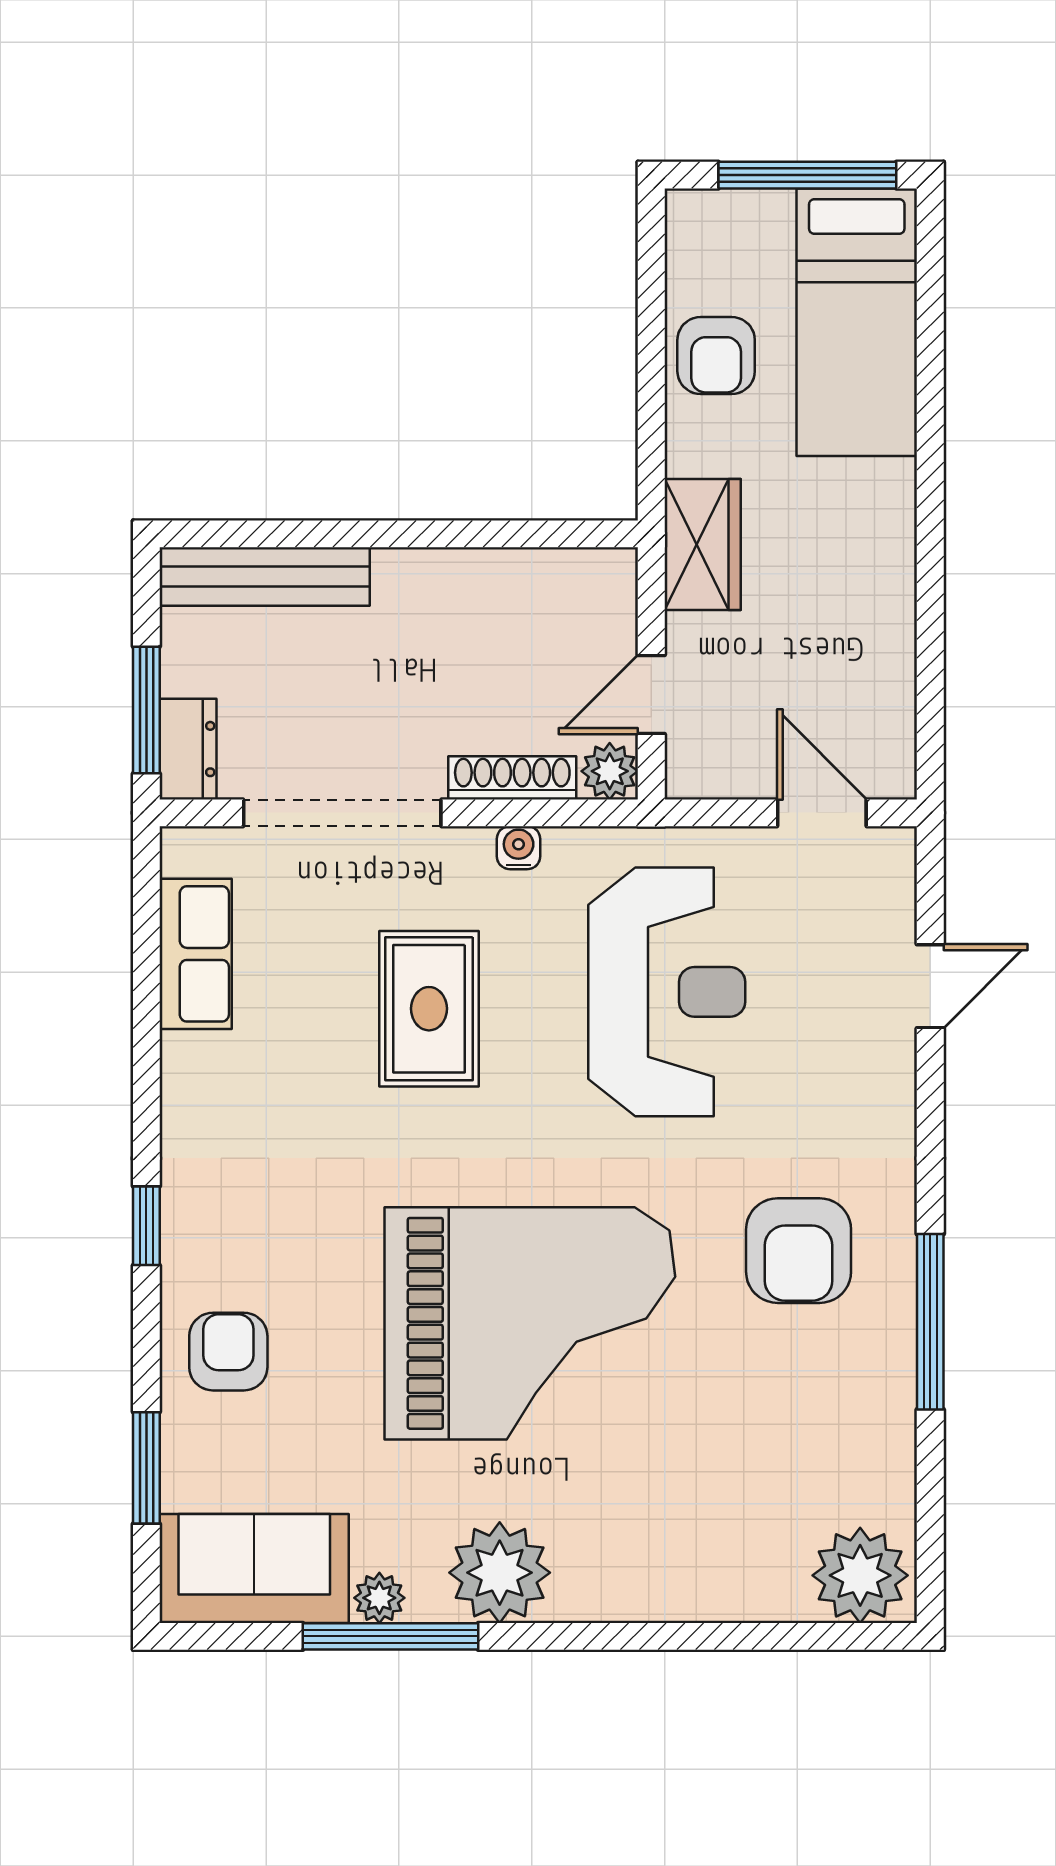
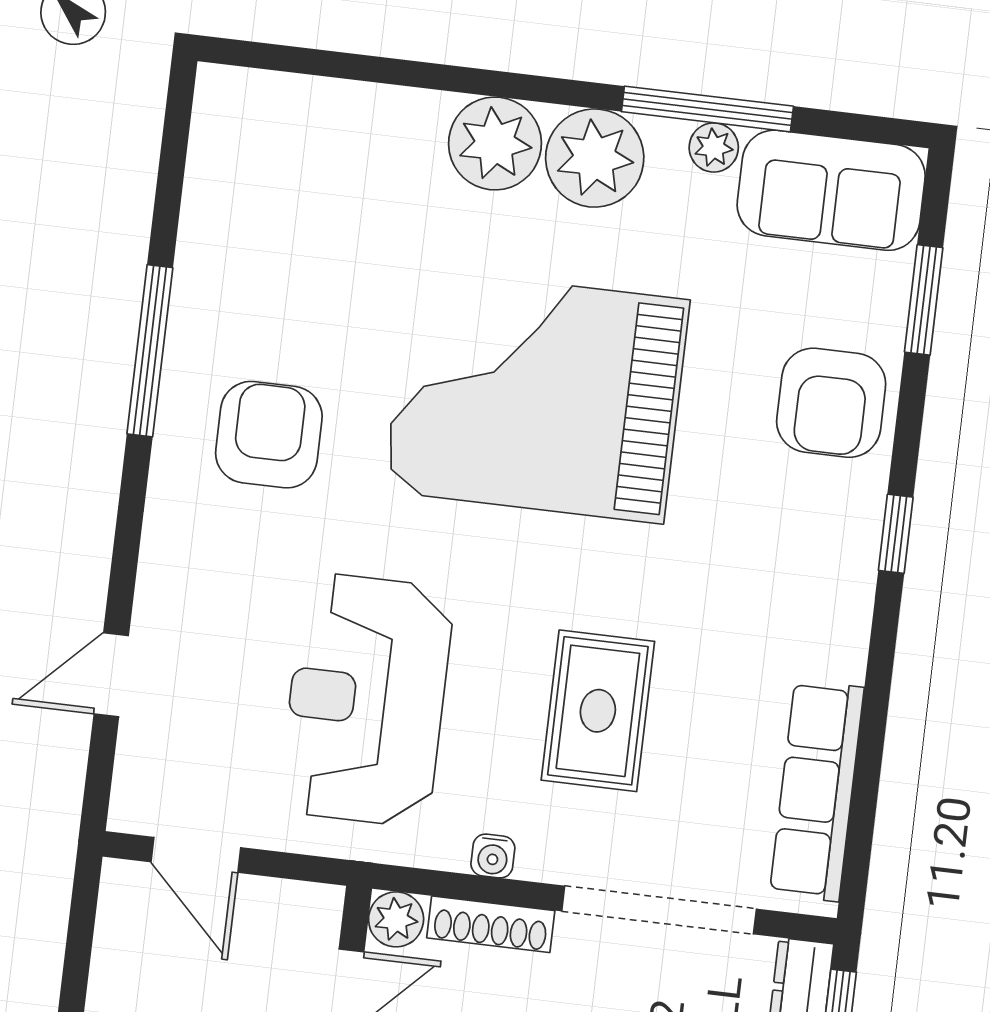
row of seats: (196, 954) -> (817, 791), width x1.48
armchair: (228, 1352) -> (831, 403), width x1.38, depth x1.38
plant: (860, 1575) -> (495, 143), moved

